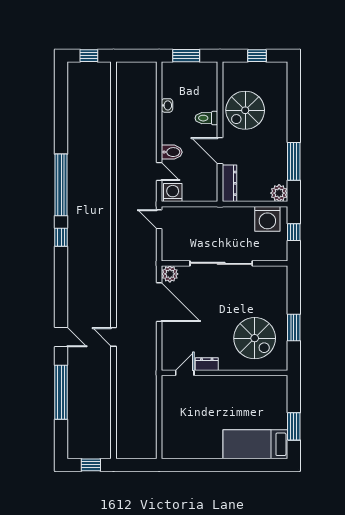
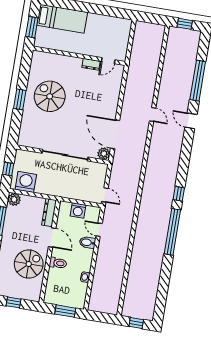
washing machine: (173, 193) -> (78, 210), moved
dresser: (207, 364) -> (91, 64), moved
door: (185, 373) -> (108, 61), moved
wall: (225, 373) -> (79, 56), moved

